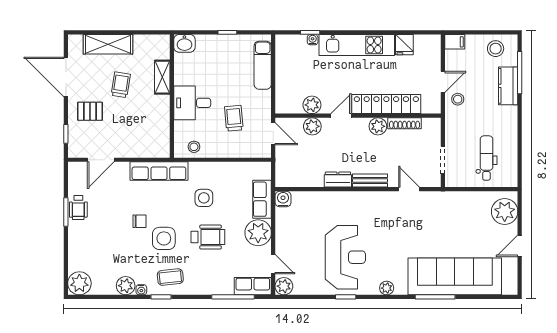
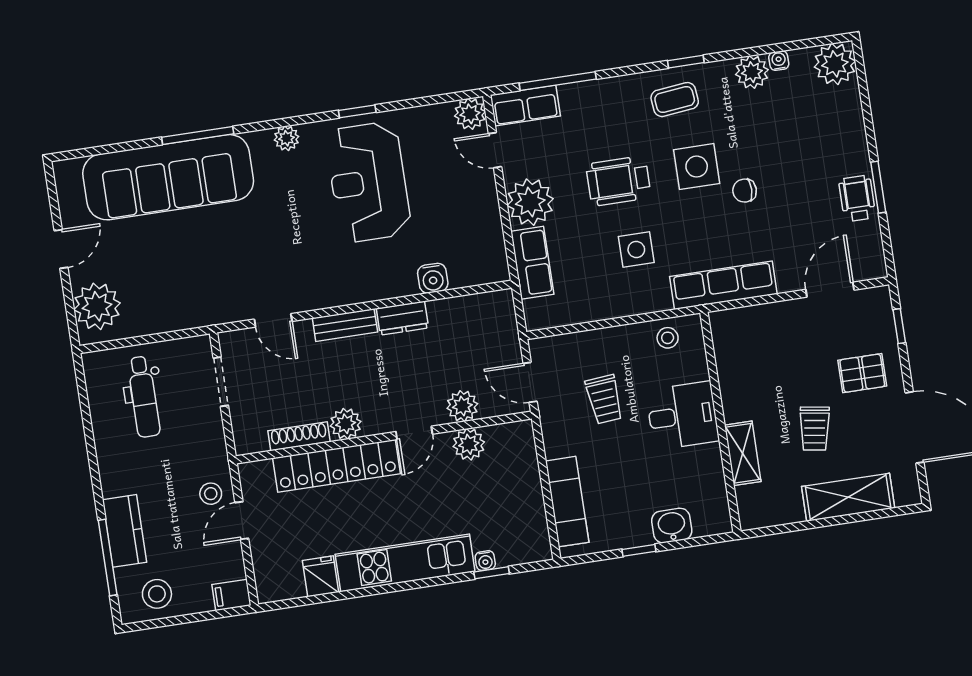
washbasin: (184, 43) -> (672, 526), moved
water cooler: (283, 199) -> (433, 278), moved
water cooler: (141, 290) -> (779, 61), moved

